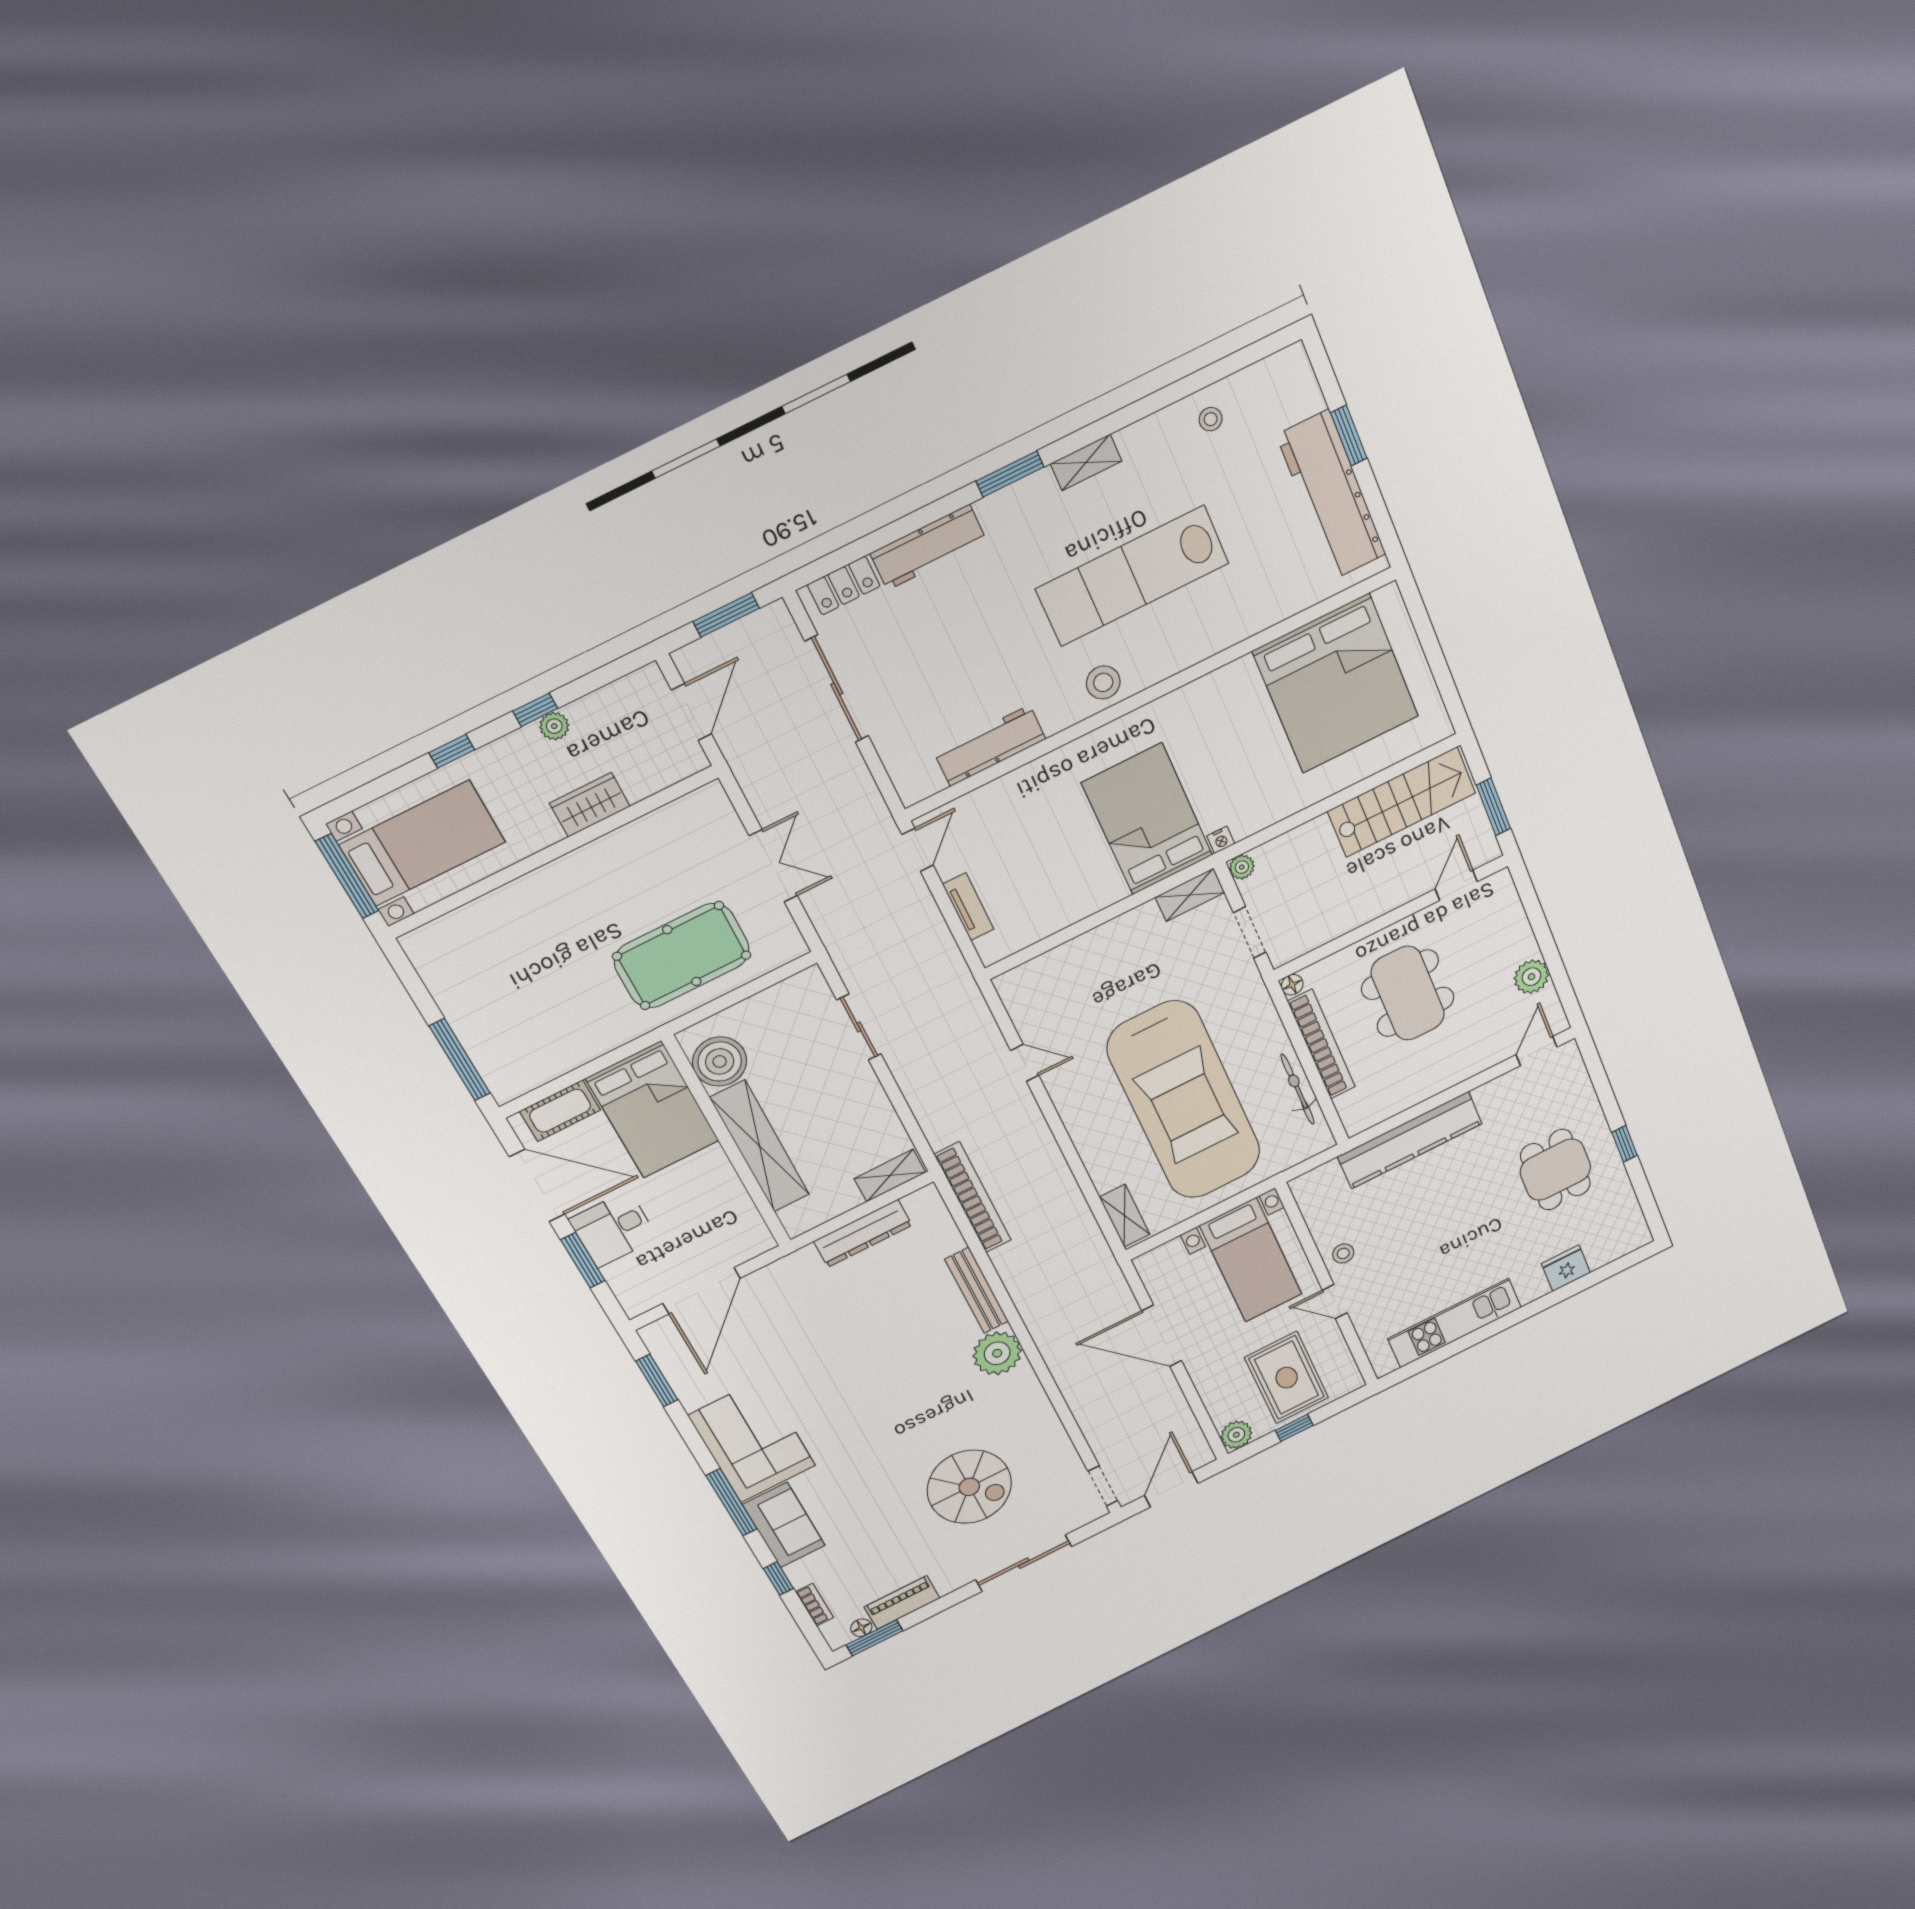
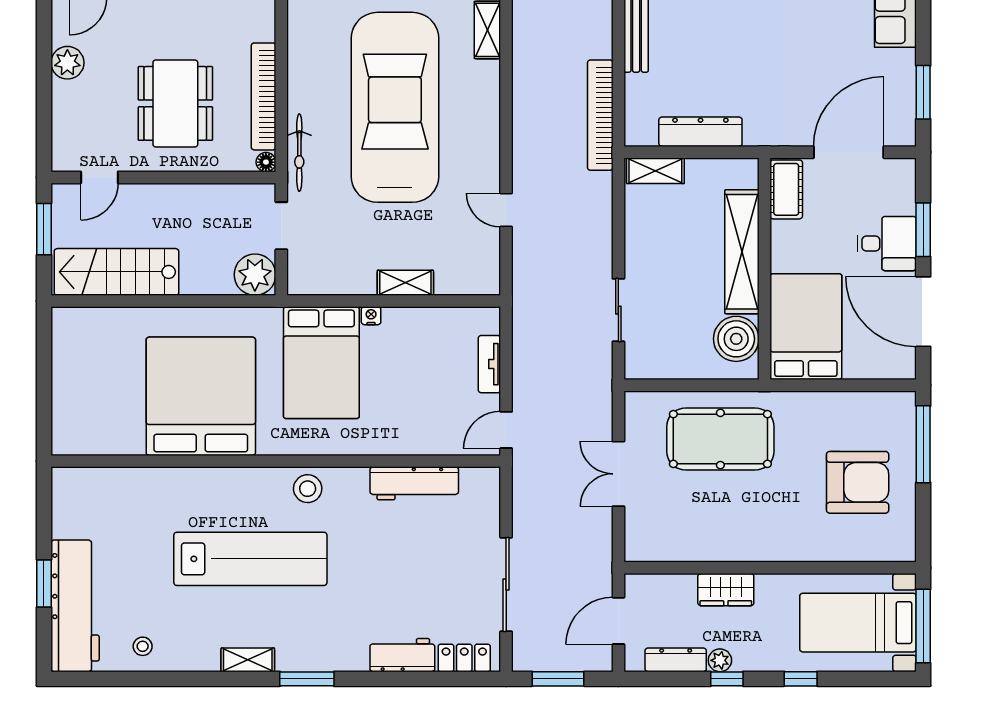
workbench: (1331, 495) -> (75, 606), moved
workbench: (928, 547) -> (402, 655), width x0.73
bed: (1336, 684) -> (201, 396), moved
dresser: (604, 702) -> (676, 660), added
nightstand: (1221, 840) -> (371, 316), moved
plant: (1242, 867) -> (255, 275), width x1.88, depth x1.88
shelving: (1190, 895) -> (405, 283), moved
armchair: (508, 987) -> (858, 482), added
bicycle: (1298, 1089) -> (299, 153), moved
cot: (560, 1111) -> (786, 189), moved, turned 90

